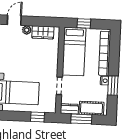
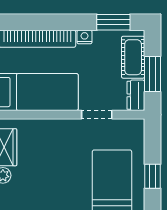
window: (113, 86) -> (113, 22), moved
window: (38, 117) -> (152, 176), moved

